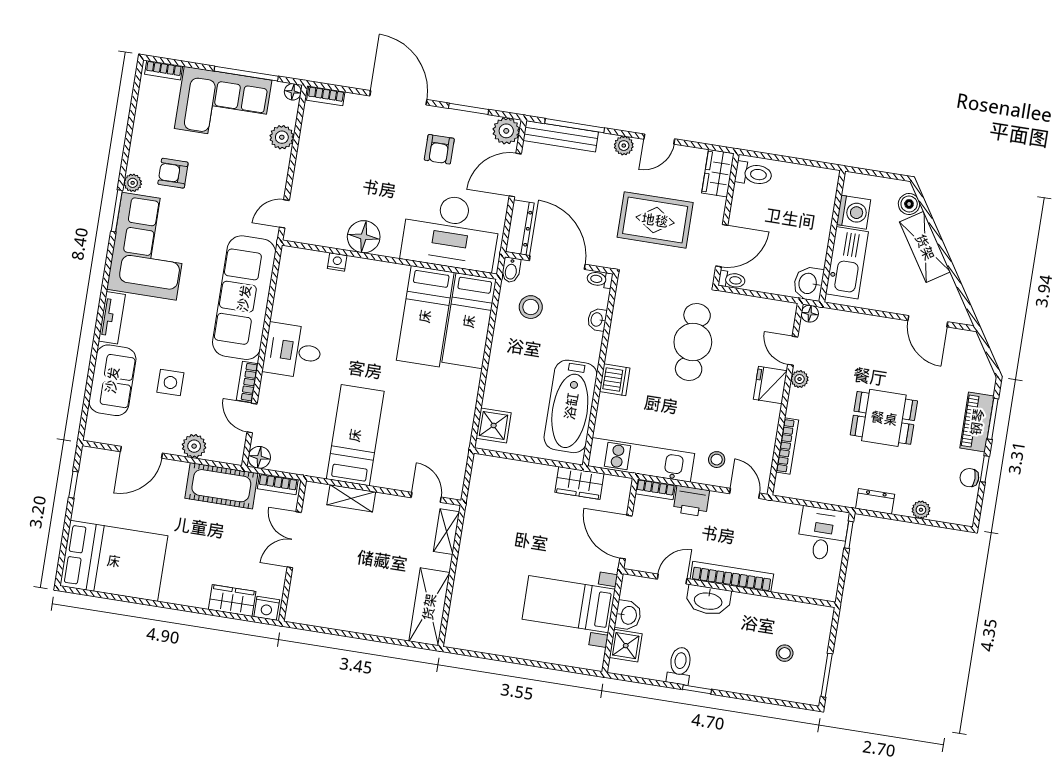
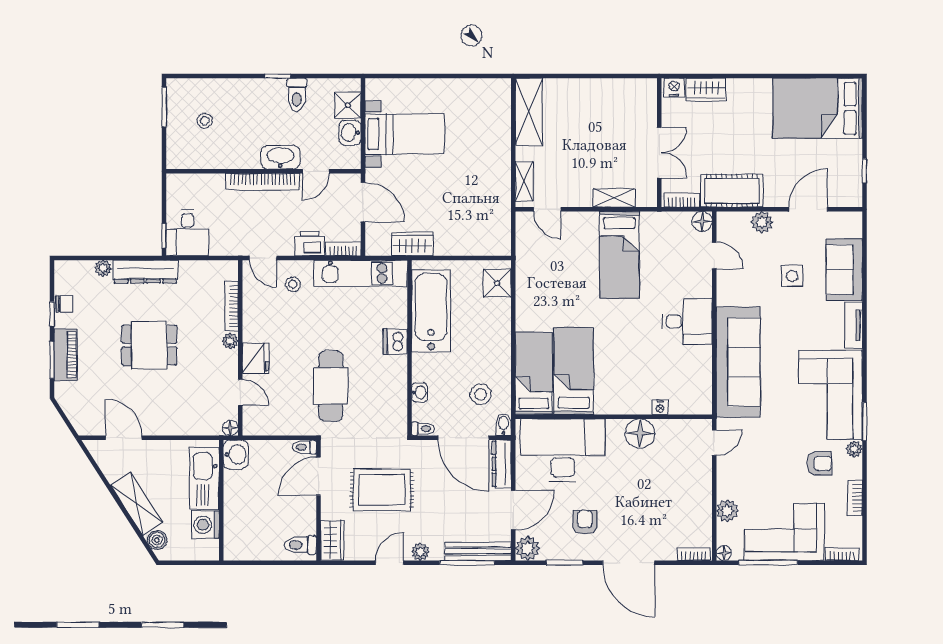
plant: (800, 379) -> (230, 341), moved
bookcase: (247, 382) -> (855, 498), moved, turned 180
dresser: (875, 501) -> (145, 272), width x1.96, depth x1.24

